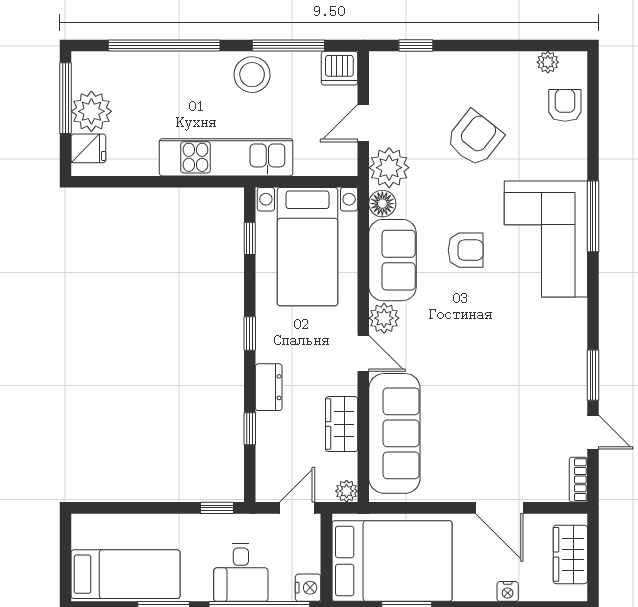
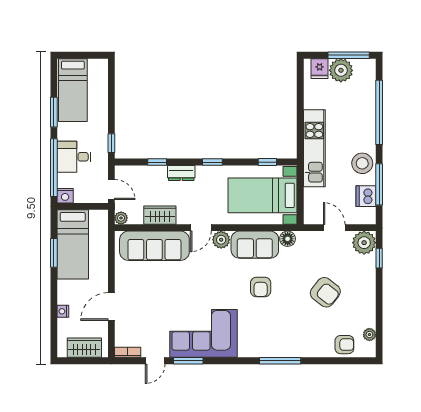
dishwasher: (339, 68) -> (366, 196), moved
plant: (389, 168) -> (364, 243), moved
corner sofa: (546, 239) -> (203, 333), moved
bed: (392, 561) -> (73, 244), width x0.67

